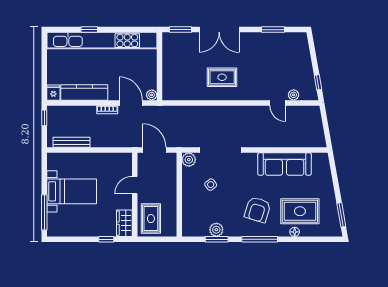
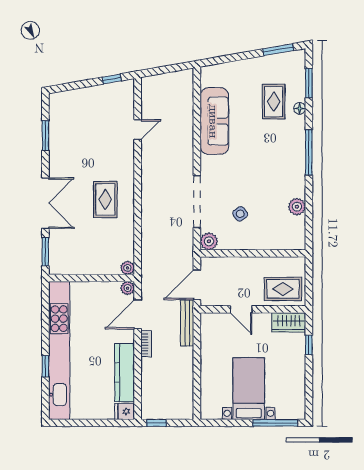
plant: (294, 95) -> (127, 268), moved
bench: (71, 142) -> (187, 323), moved
armchair: (258, 210) -> (272, 155), removed
rug: (300, 211) -> (274, 102), width x0.73, depth x0.70
window: (217, 239) -> (309, 83), moved

